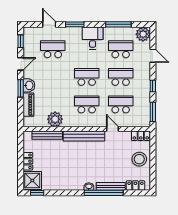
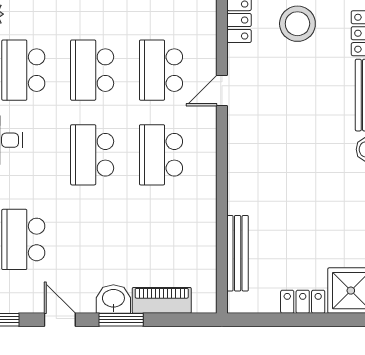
plant: (55, 119) -> (198, 234), removed
bench: (84, 136) -> (240, 162), removed

